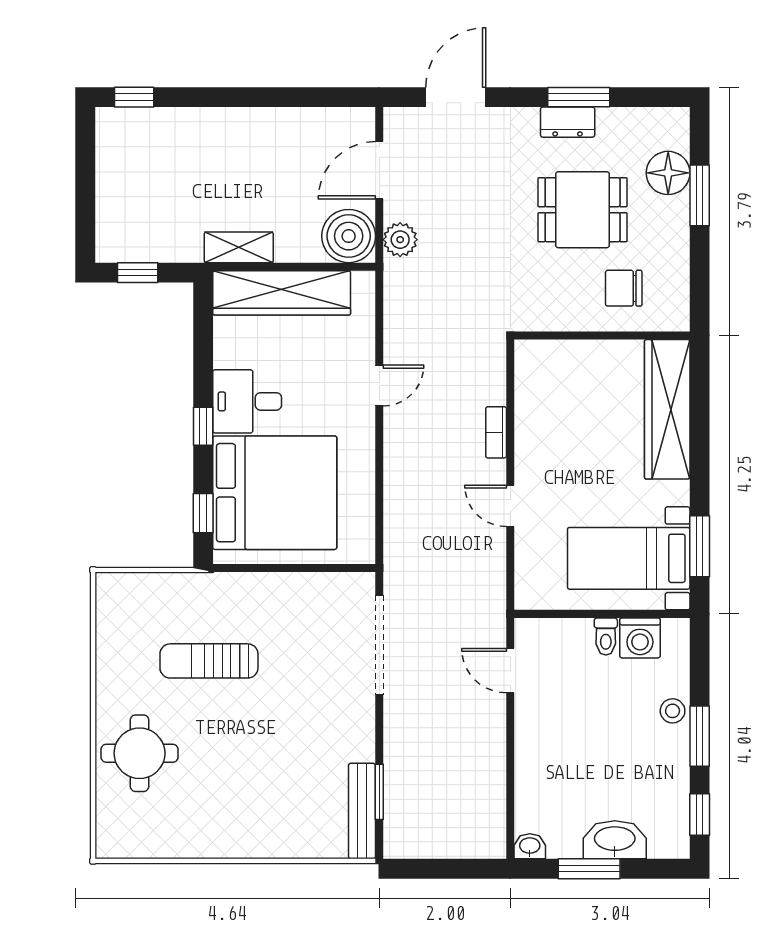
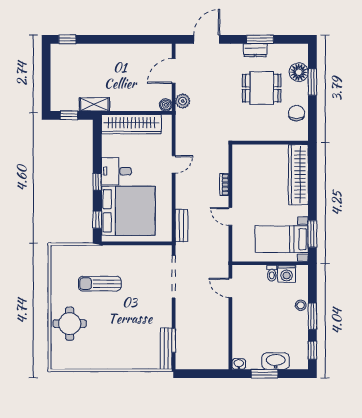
boiler: (349, 236) -> (166, 105), width x0.54, depth x0.54
shelving: (239, 247) -> (94, 104), moved
chair: (624, 288) -> (297, 113), moved, turned 90
bench: (397, 527) -> (181, 226), added

